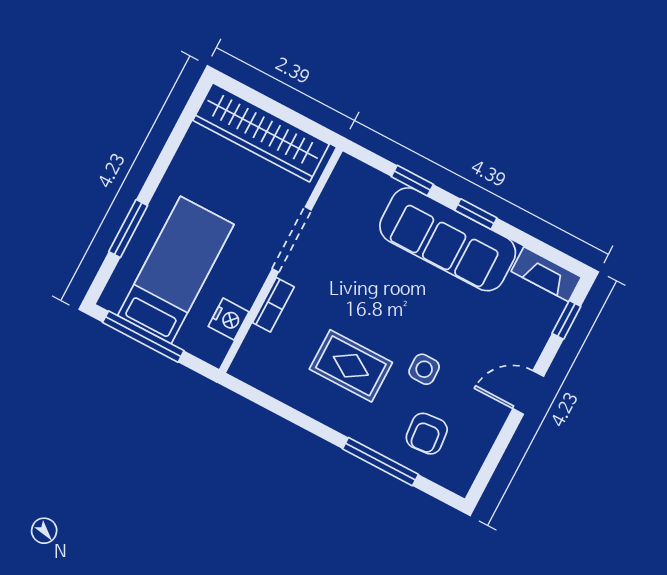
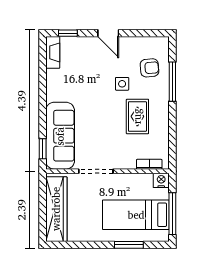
window: (412, 181) -> (43, 149), moved
window: (476, 214) -> (43, 97), removed
sofa: (448, 239) -> (60, 136), moved
bookcase: (273, 305) -> (149, 164), moved
nightstand: (229, 319) -> (161, 180), moved

